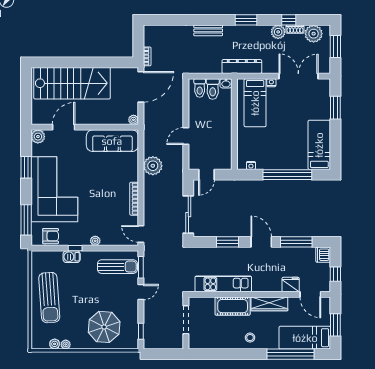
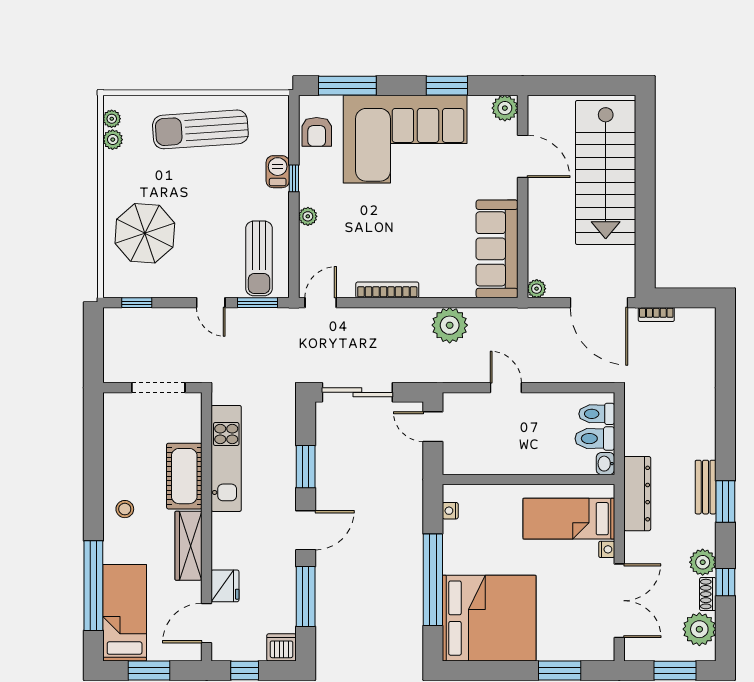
bench: (208, 30) -> (706, 487), moved
bed: (319, 145) -> (489, 618), width x2.04
plant: (66, 344) -> (112, 119), moved

